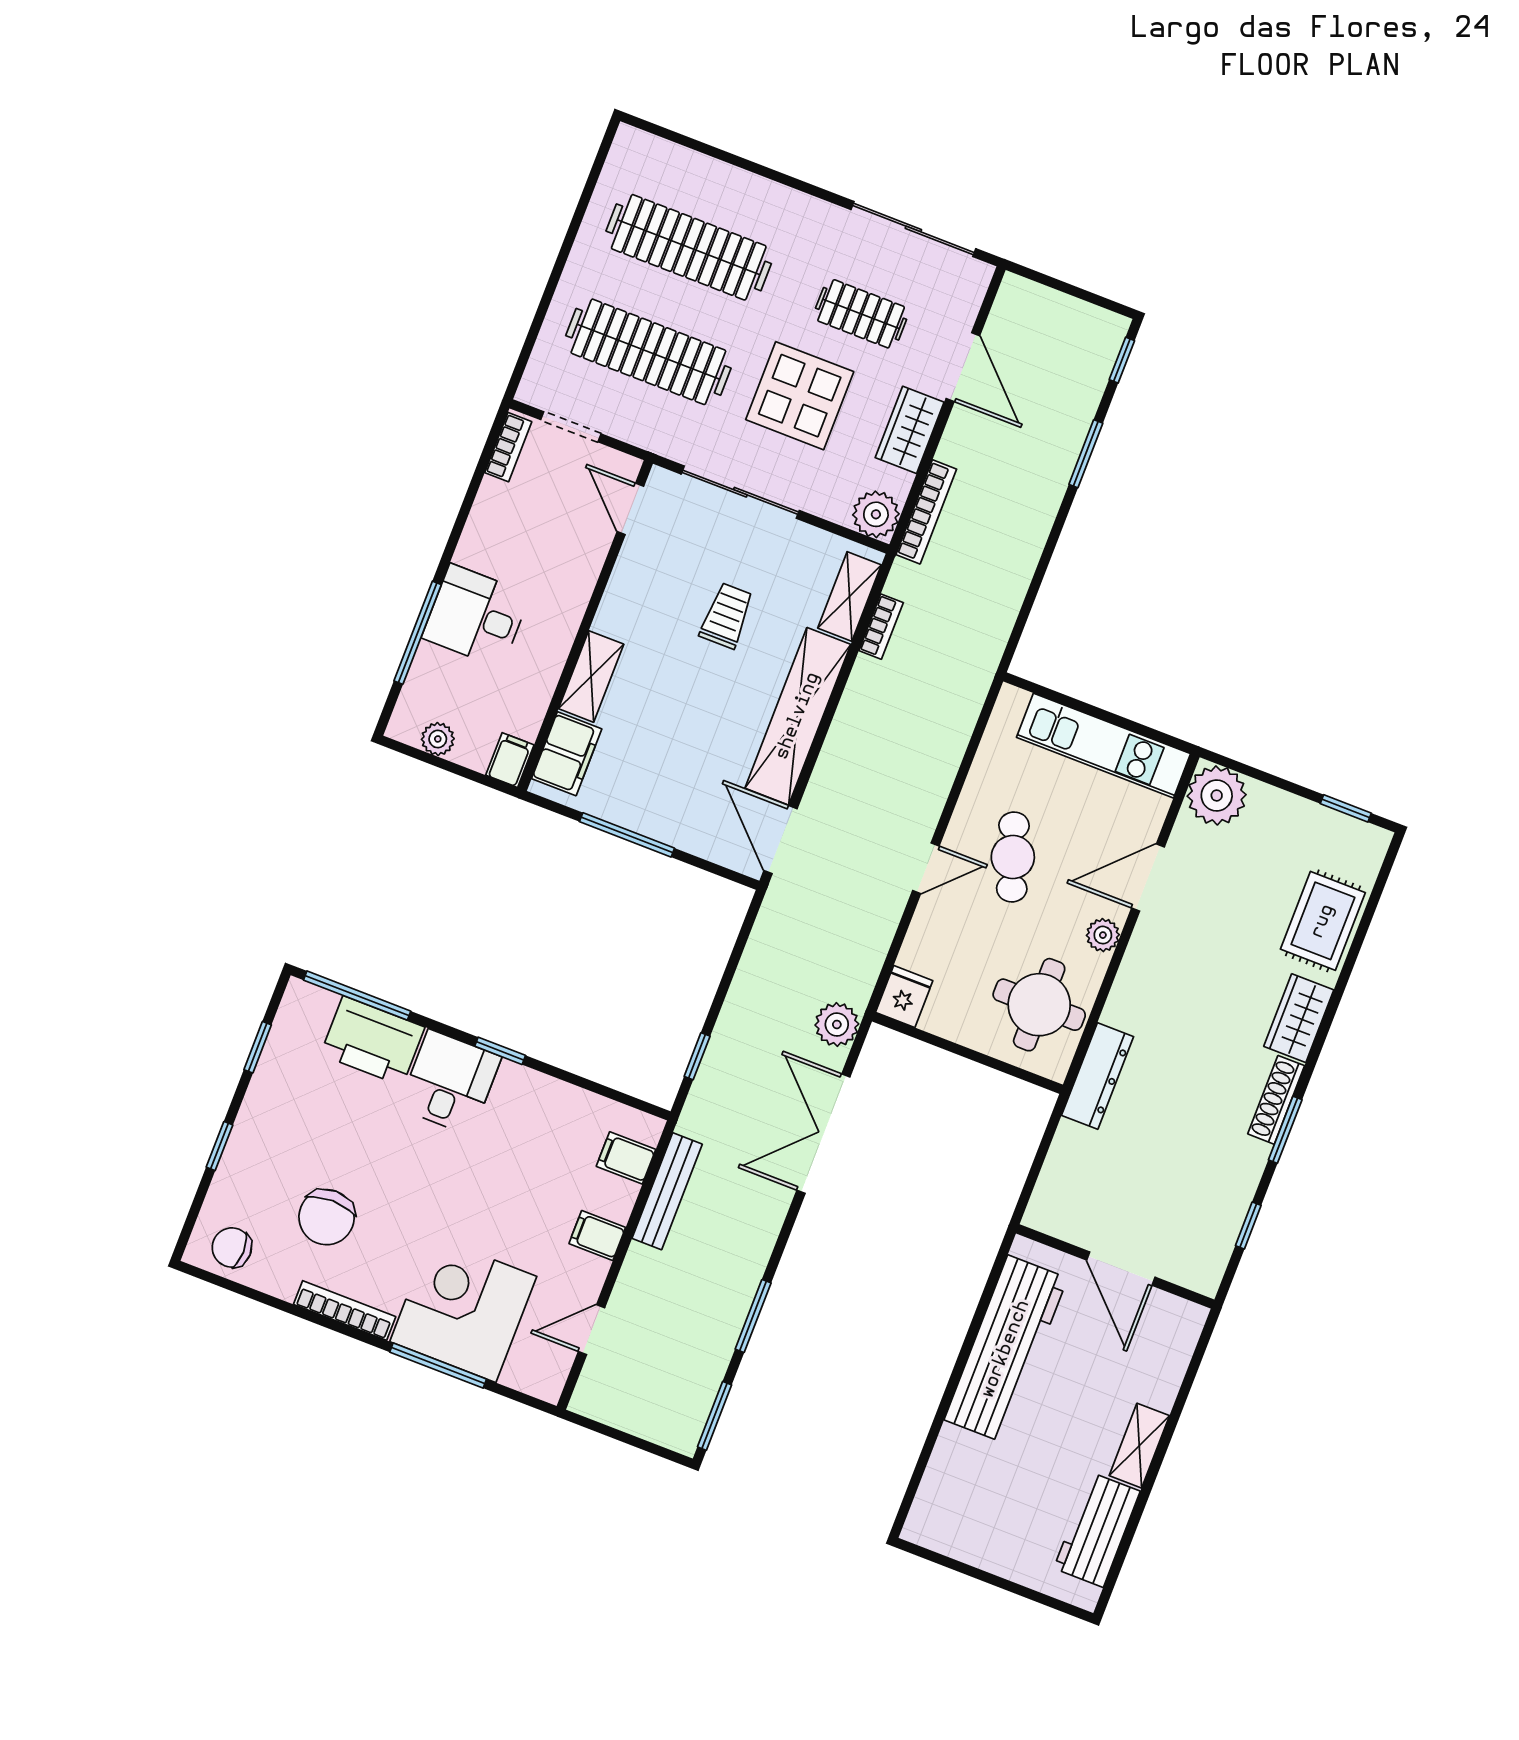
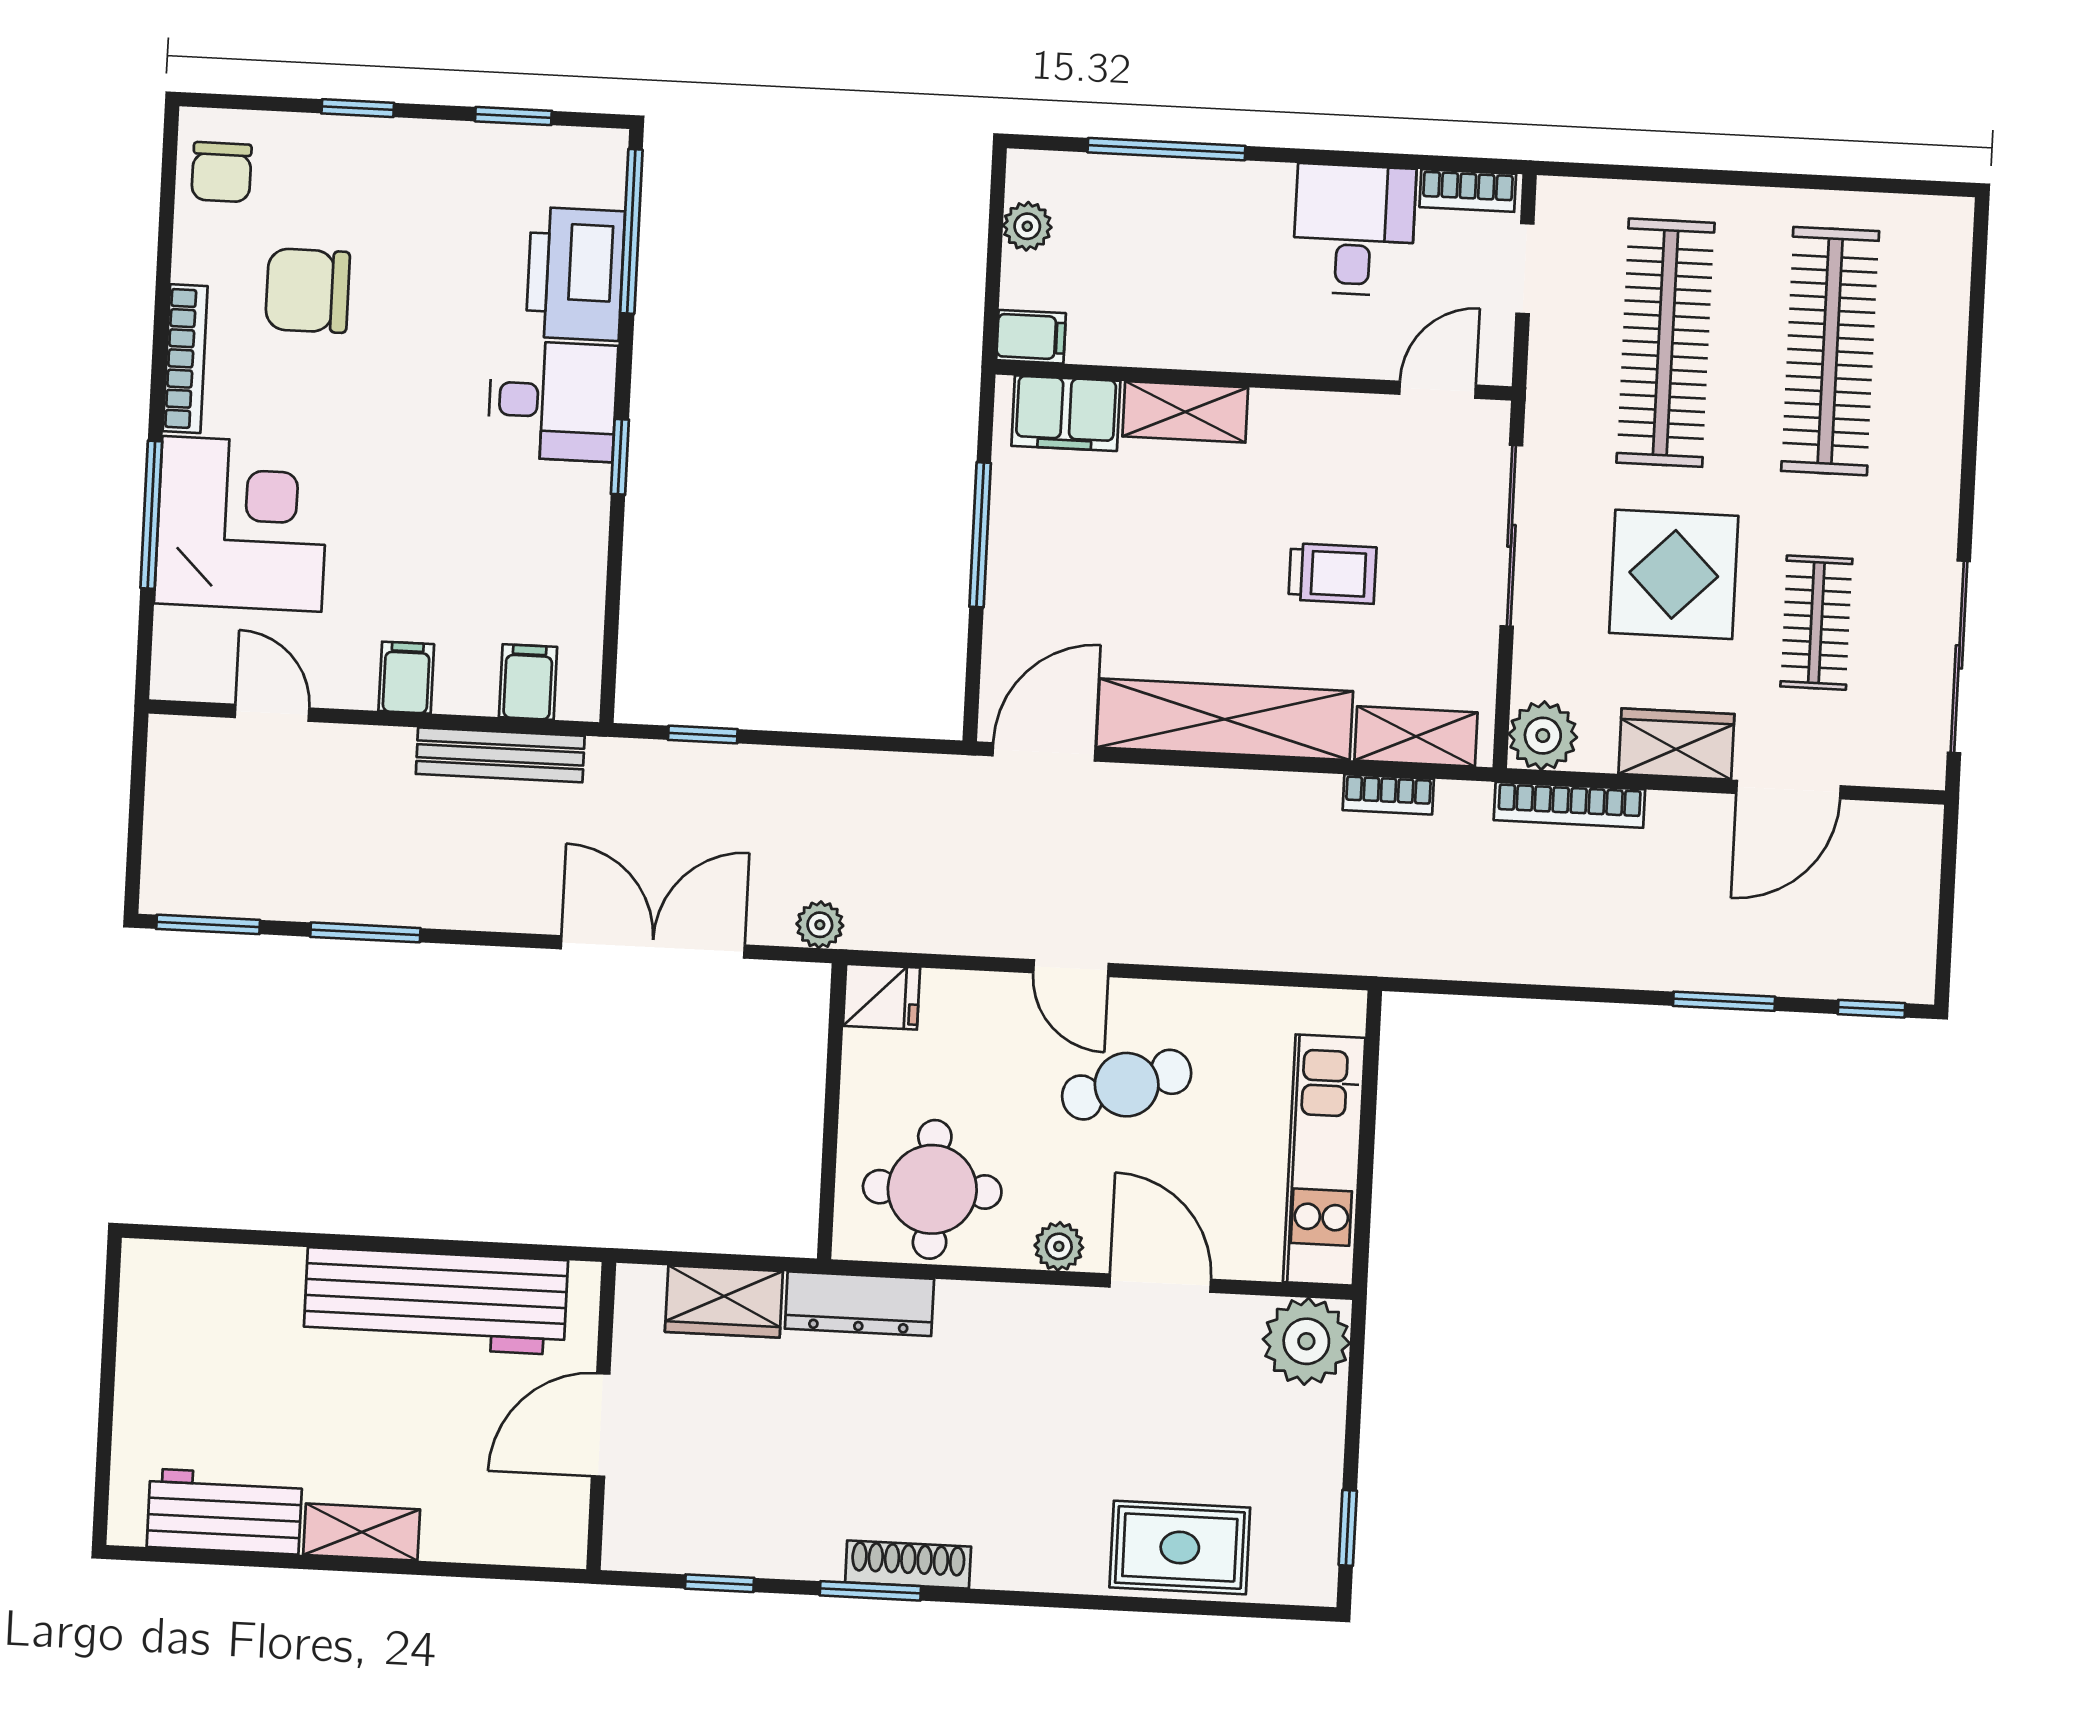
desk: (476, 616) -> (1354, 230), moved
wardrobe: (1299, 1018) -> (724, 1301), moved, turned 180
plant: (837, 1025) -> (820, 925), width x0.73, depth x0.73
chair: (232, 1248) -> (222, 172), turned 180

